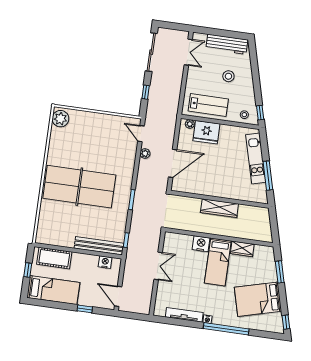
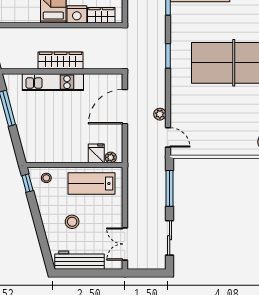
sliding door: (151, 52) -> (170, 238), width x0.73
window: (146, 92) -> (170, 188), width x2.17
fridge: (206, 132) -> (96, 153), width x0.53, depth x0.75
kitchen unit: (256, 159) -> (53, 82), moved, turned 105
wardrobe: (242, 249) -> (101, 15), moved

